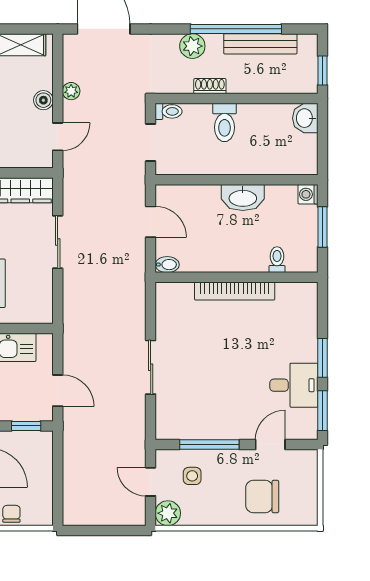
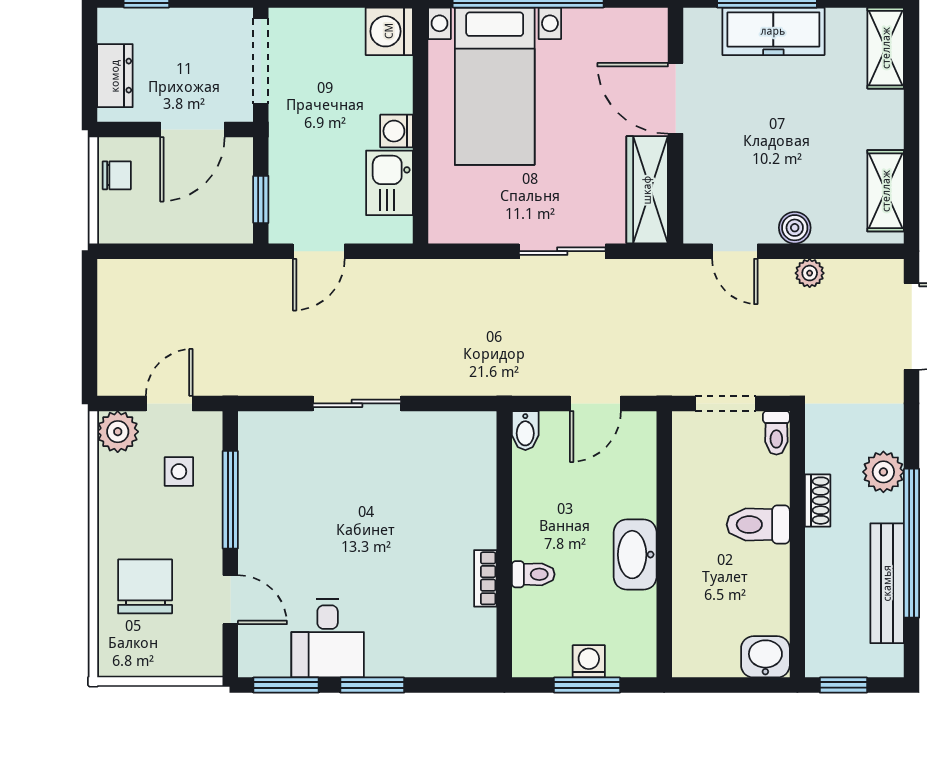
washing machine: (308, 194) -> (589, 661), moved
toilet: (277, 260) -> (533, 574), moved
bookcase: (235, 291) -> (485, 578), width x0.43, depth x0.76

